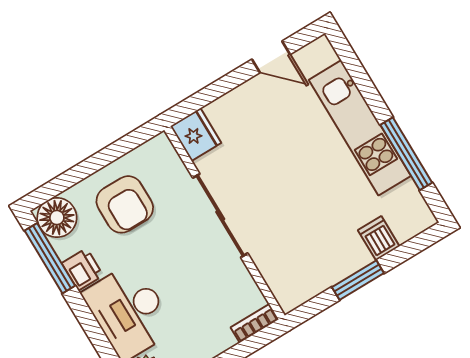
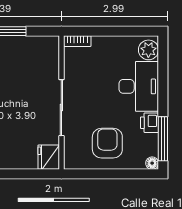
floor lamp: (57, 218) -> (152, 163), width x0.53, depth x0.53

